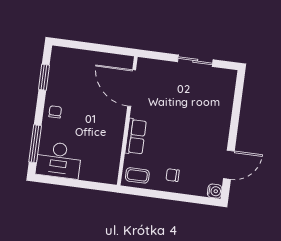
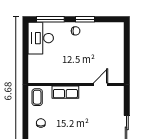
window: (44, 77) -> (85, 19), moved
door: (132, 88) -> (101, 85), width x0.53

